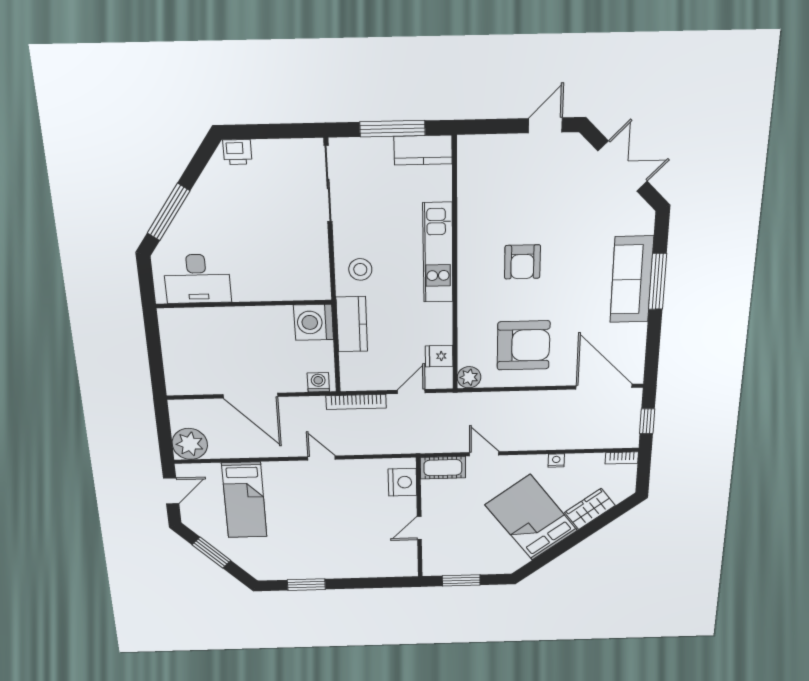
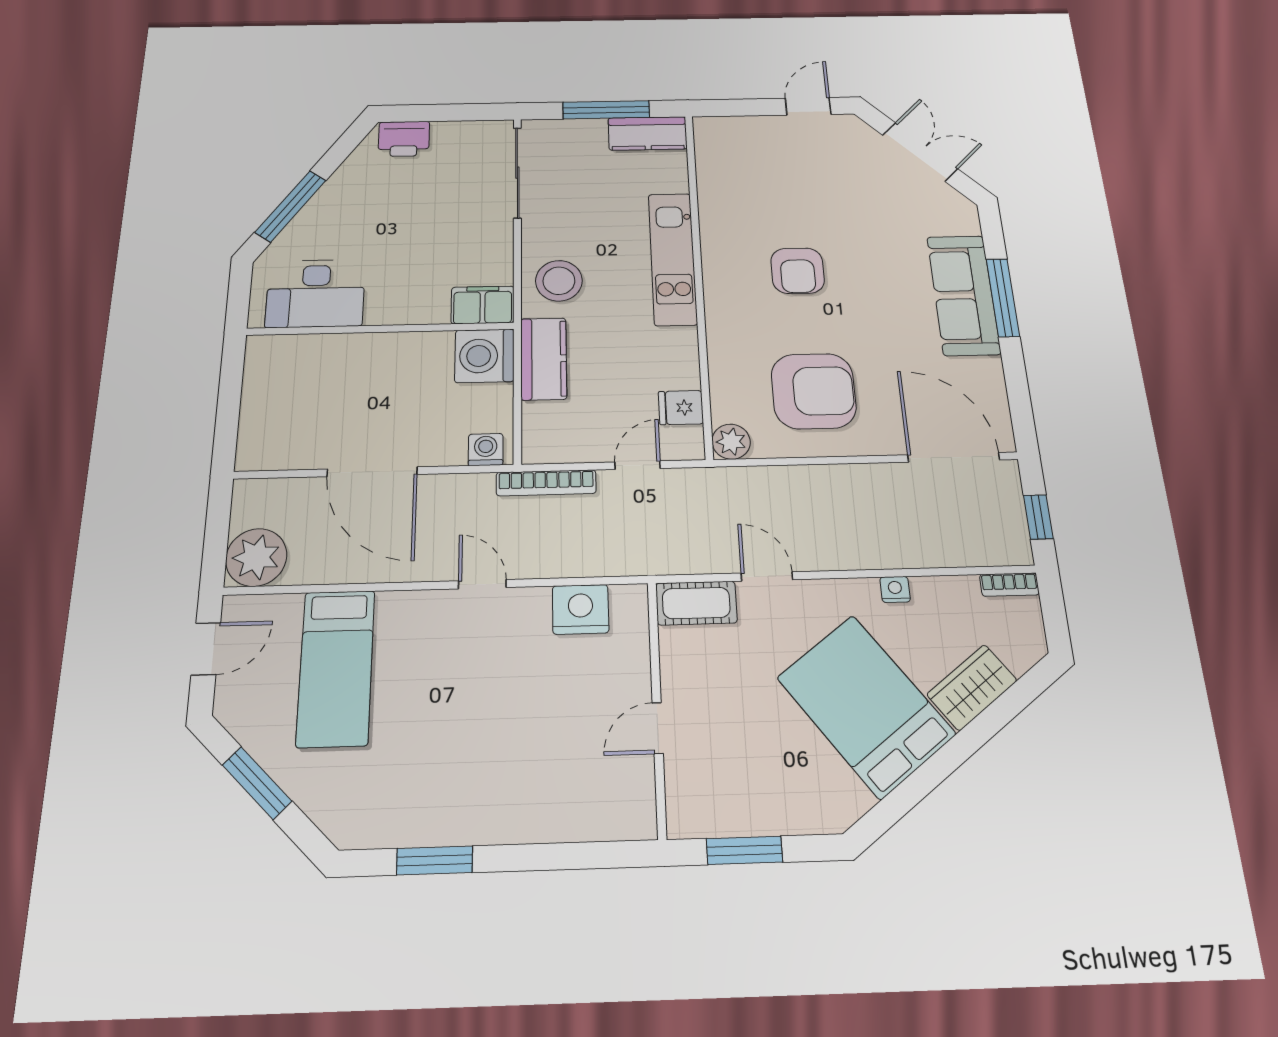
printer: (237, 152) -> (404, 139), width x1.36, depth x1.24
stool: (360, 269) -> (559, 281), width x1.38, depth x1.38
filing cabinet: (310, 287) -> (483, 305), added
nightstand: (402, 482) -> (581, 609), moved, turned -90

